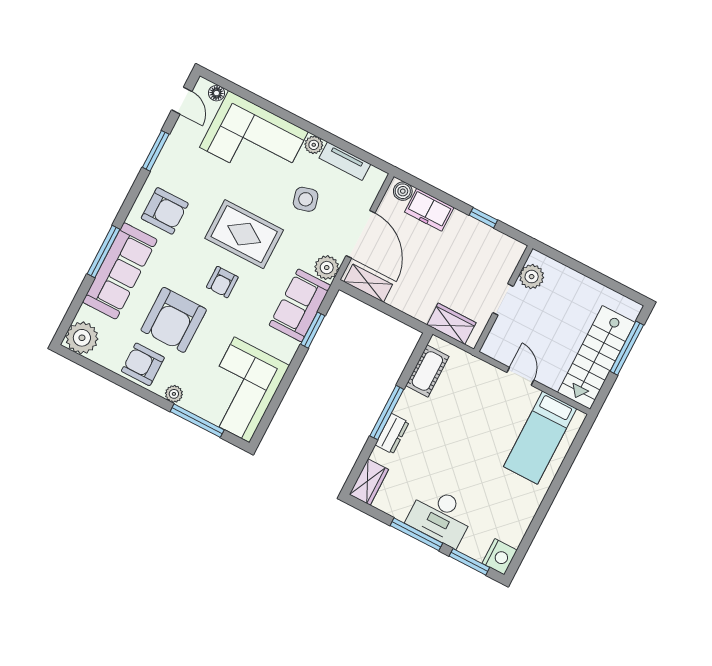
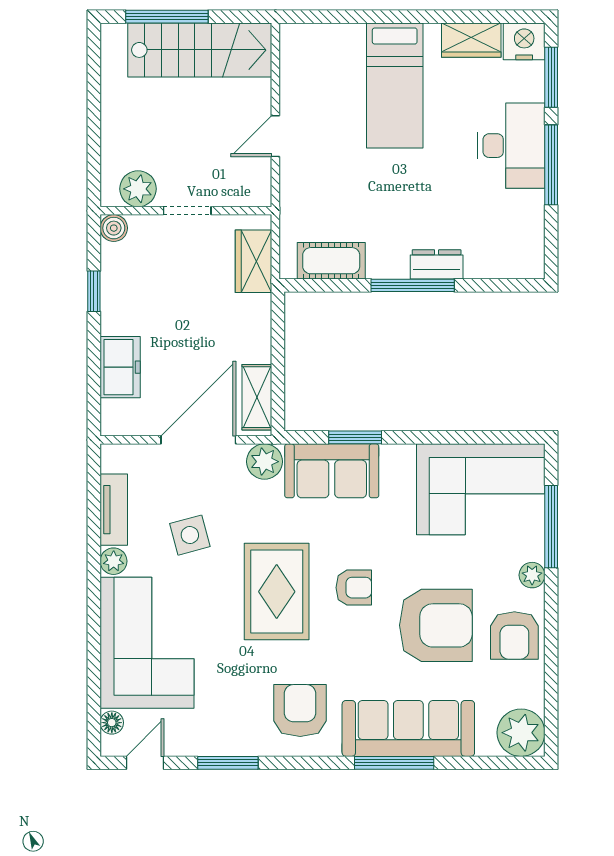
boiler: (403, 191) -> (114, 228), moved
bed: (540, 438) -> (395, 85), moved, turned 90
wardrobe: (369, 482) -> (471, 40), moved, turned 180

